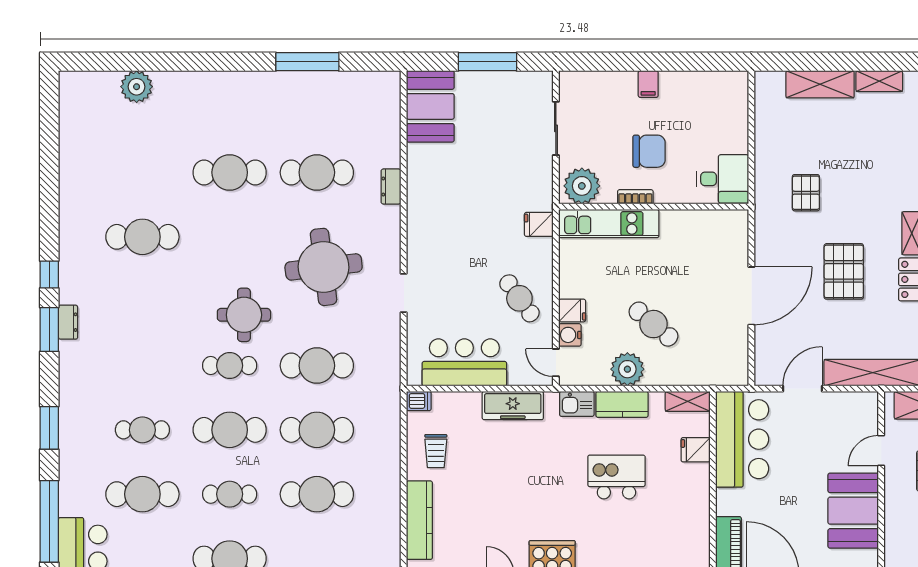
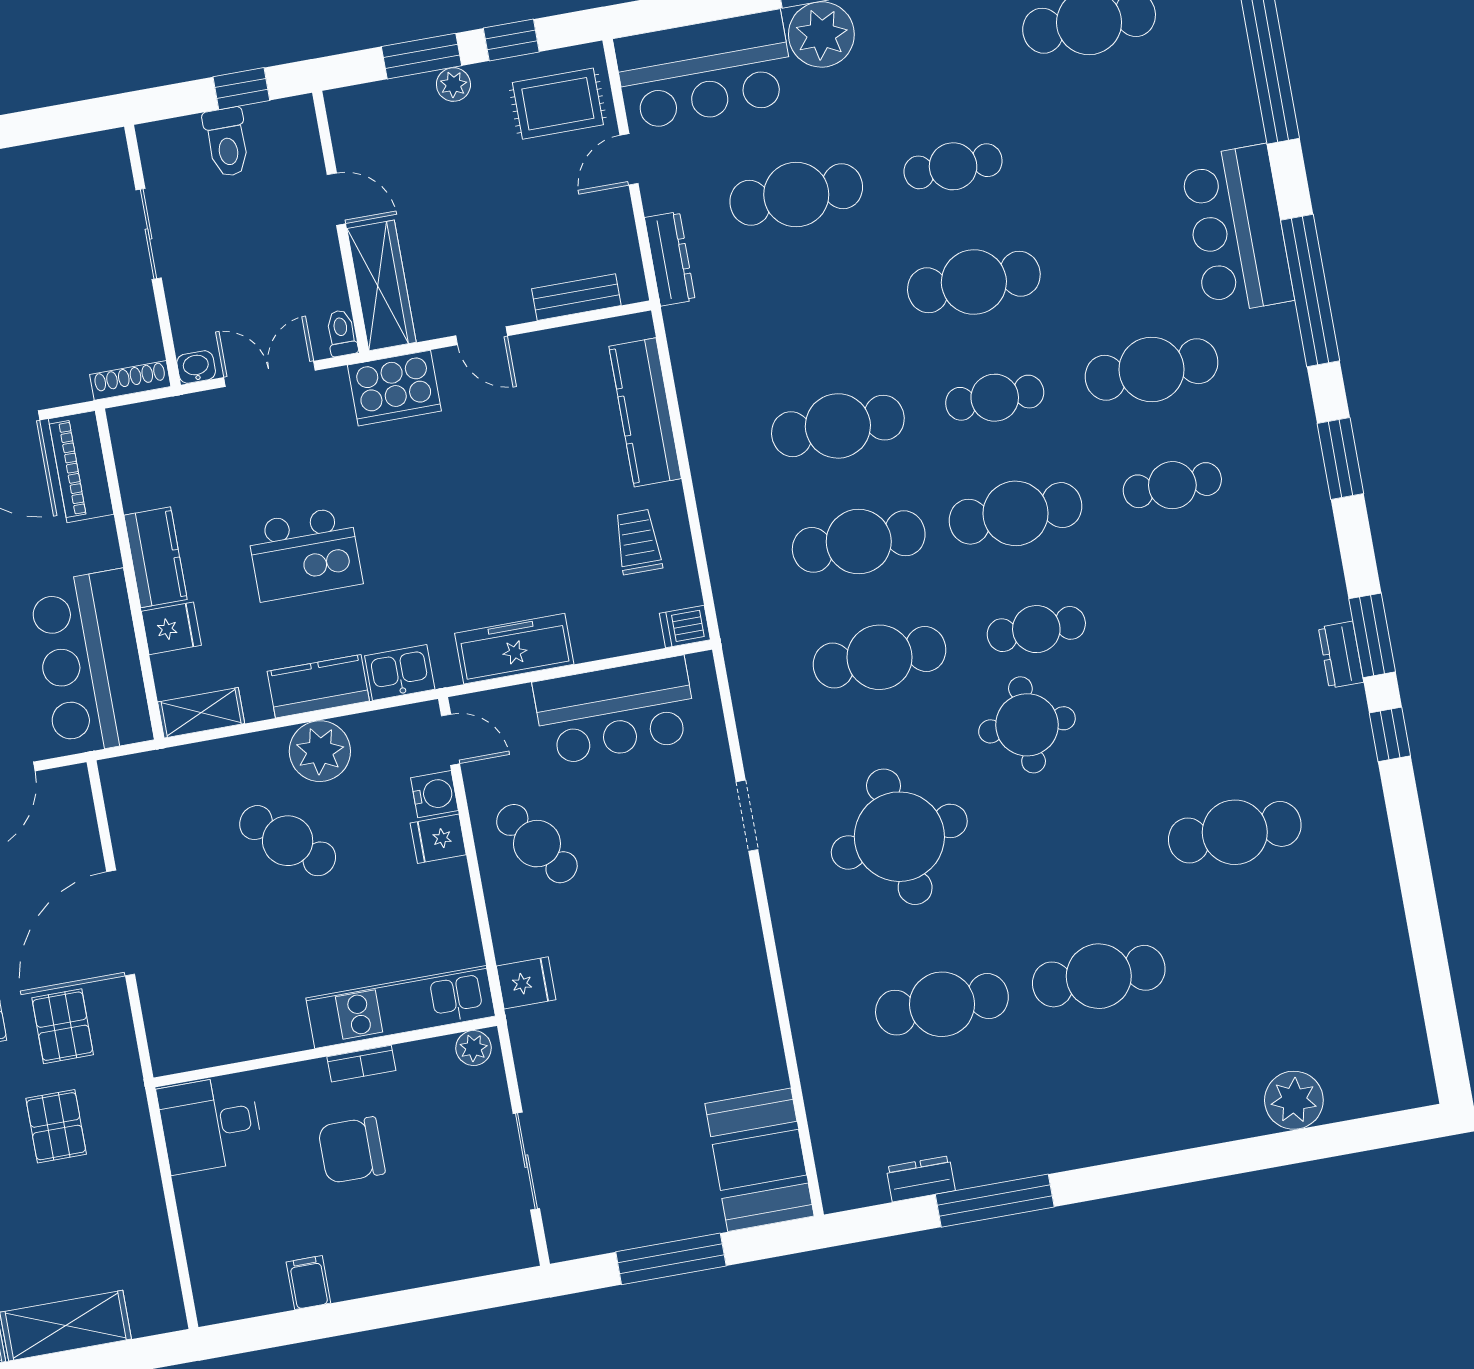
filing cabinet: (648, 84) -> (308, 1282), moved
dresser: (391, 186) -> (921, 1179), moved, turned -90
plant: (582, 186) -> (474, 1048), width x0.53, depth x0.53
pallet: (793, 246) -> (63, 1026), added
kitchen counter: (697, 490) -> (156, 557), added

